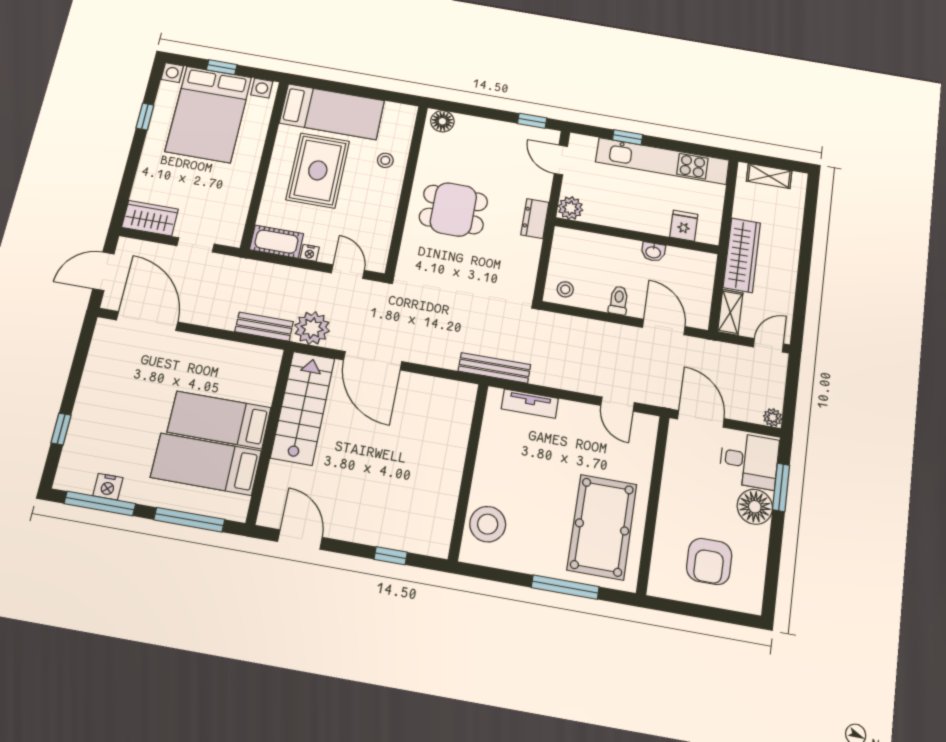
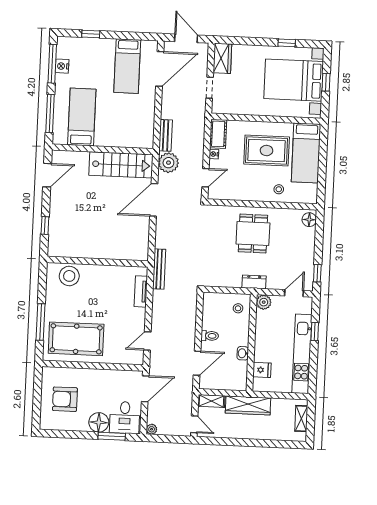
stool: (565, 289) -> (238, 308), moved
bed: (219, 420) -> (127, 66), moved, turned 180

